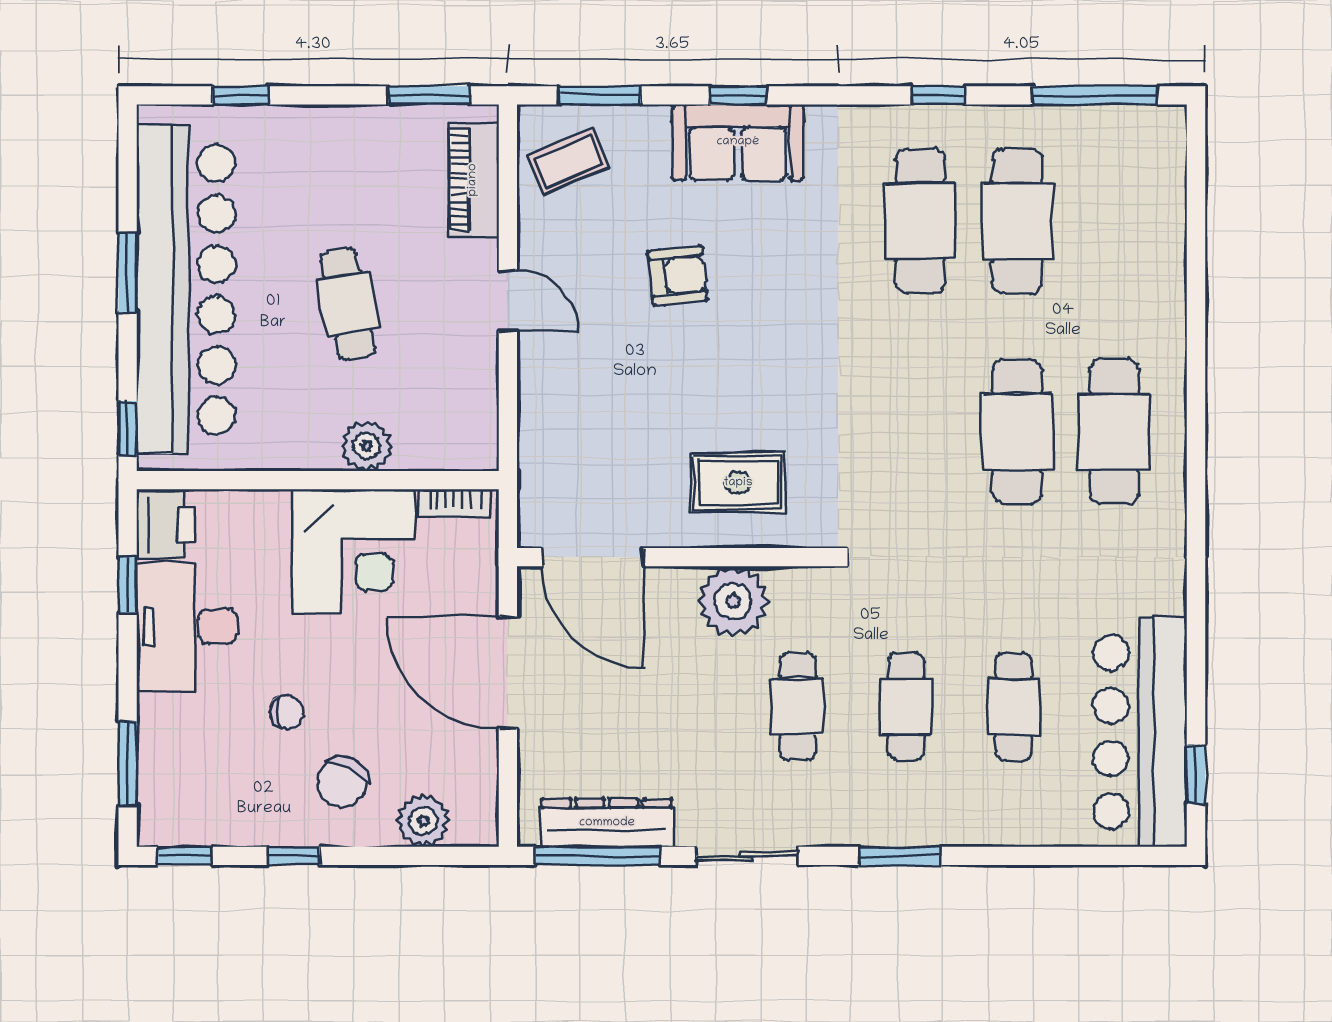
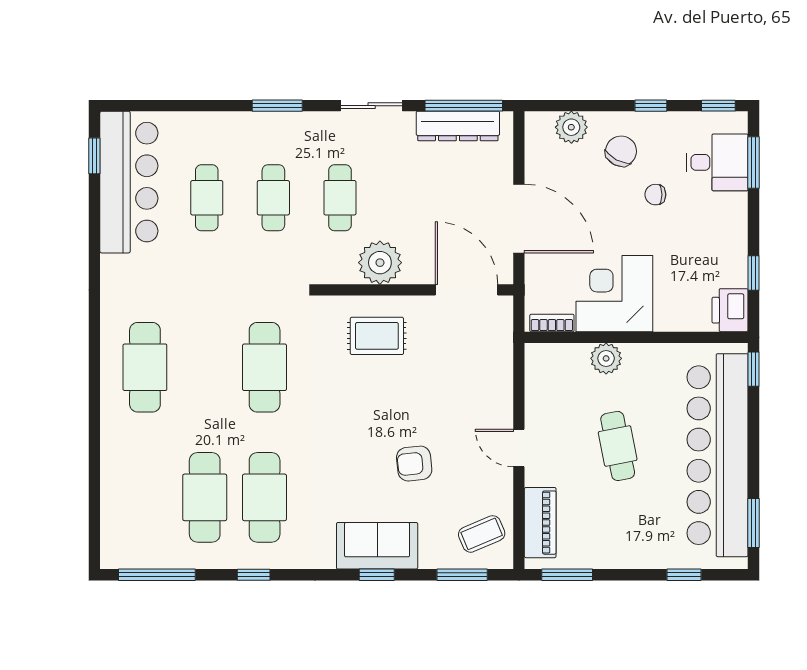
window: (128, 273) -> (753, 523), moved
cafe table: (1017, 432) -> (265, 367), moved
desk: (187, 627) -> (717, 162), moved, width x0.73

